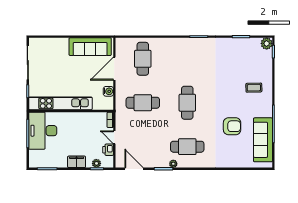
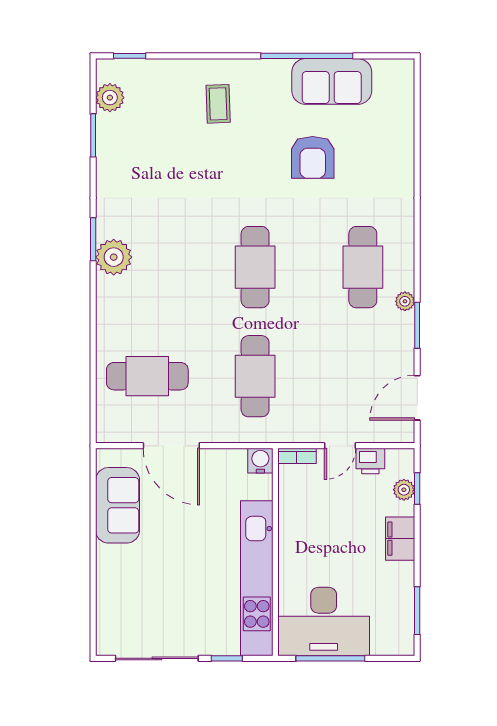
plant: (267, 43) -> (110, 98), moved
plant: (191, 45) -> (114, 257), added
sofa: (90, 47) -> (118, 505), width x0.73
water cooler: (108, 91) -> (260, 461), moved
cafe table: (187, 103) -> (255, 267), turned 90
armchair: (232, 126) -> (313, 157), turned 180
sofa: (263, 140) -> (332, 81), width x0.73

